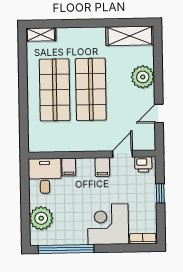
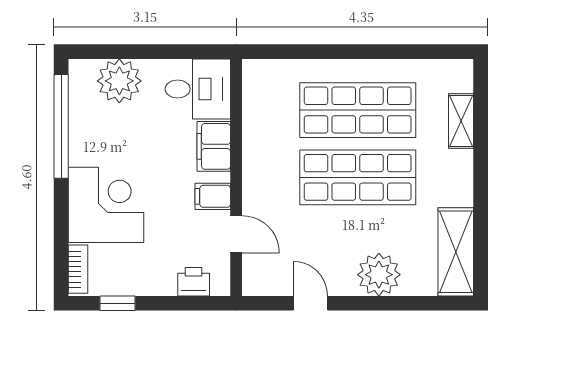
shelving: (41, 35) -> (461, 121), moved
printer: (143, 164) -> (194, 282), moved, turned 90
filing cabinet: (69, 167) -> (214, 146), width x2.00
window: (160, 193) -> (118, 303), moved

